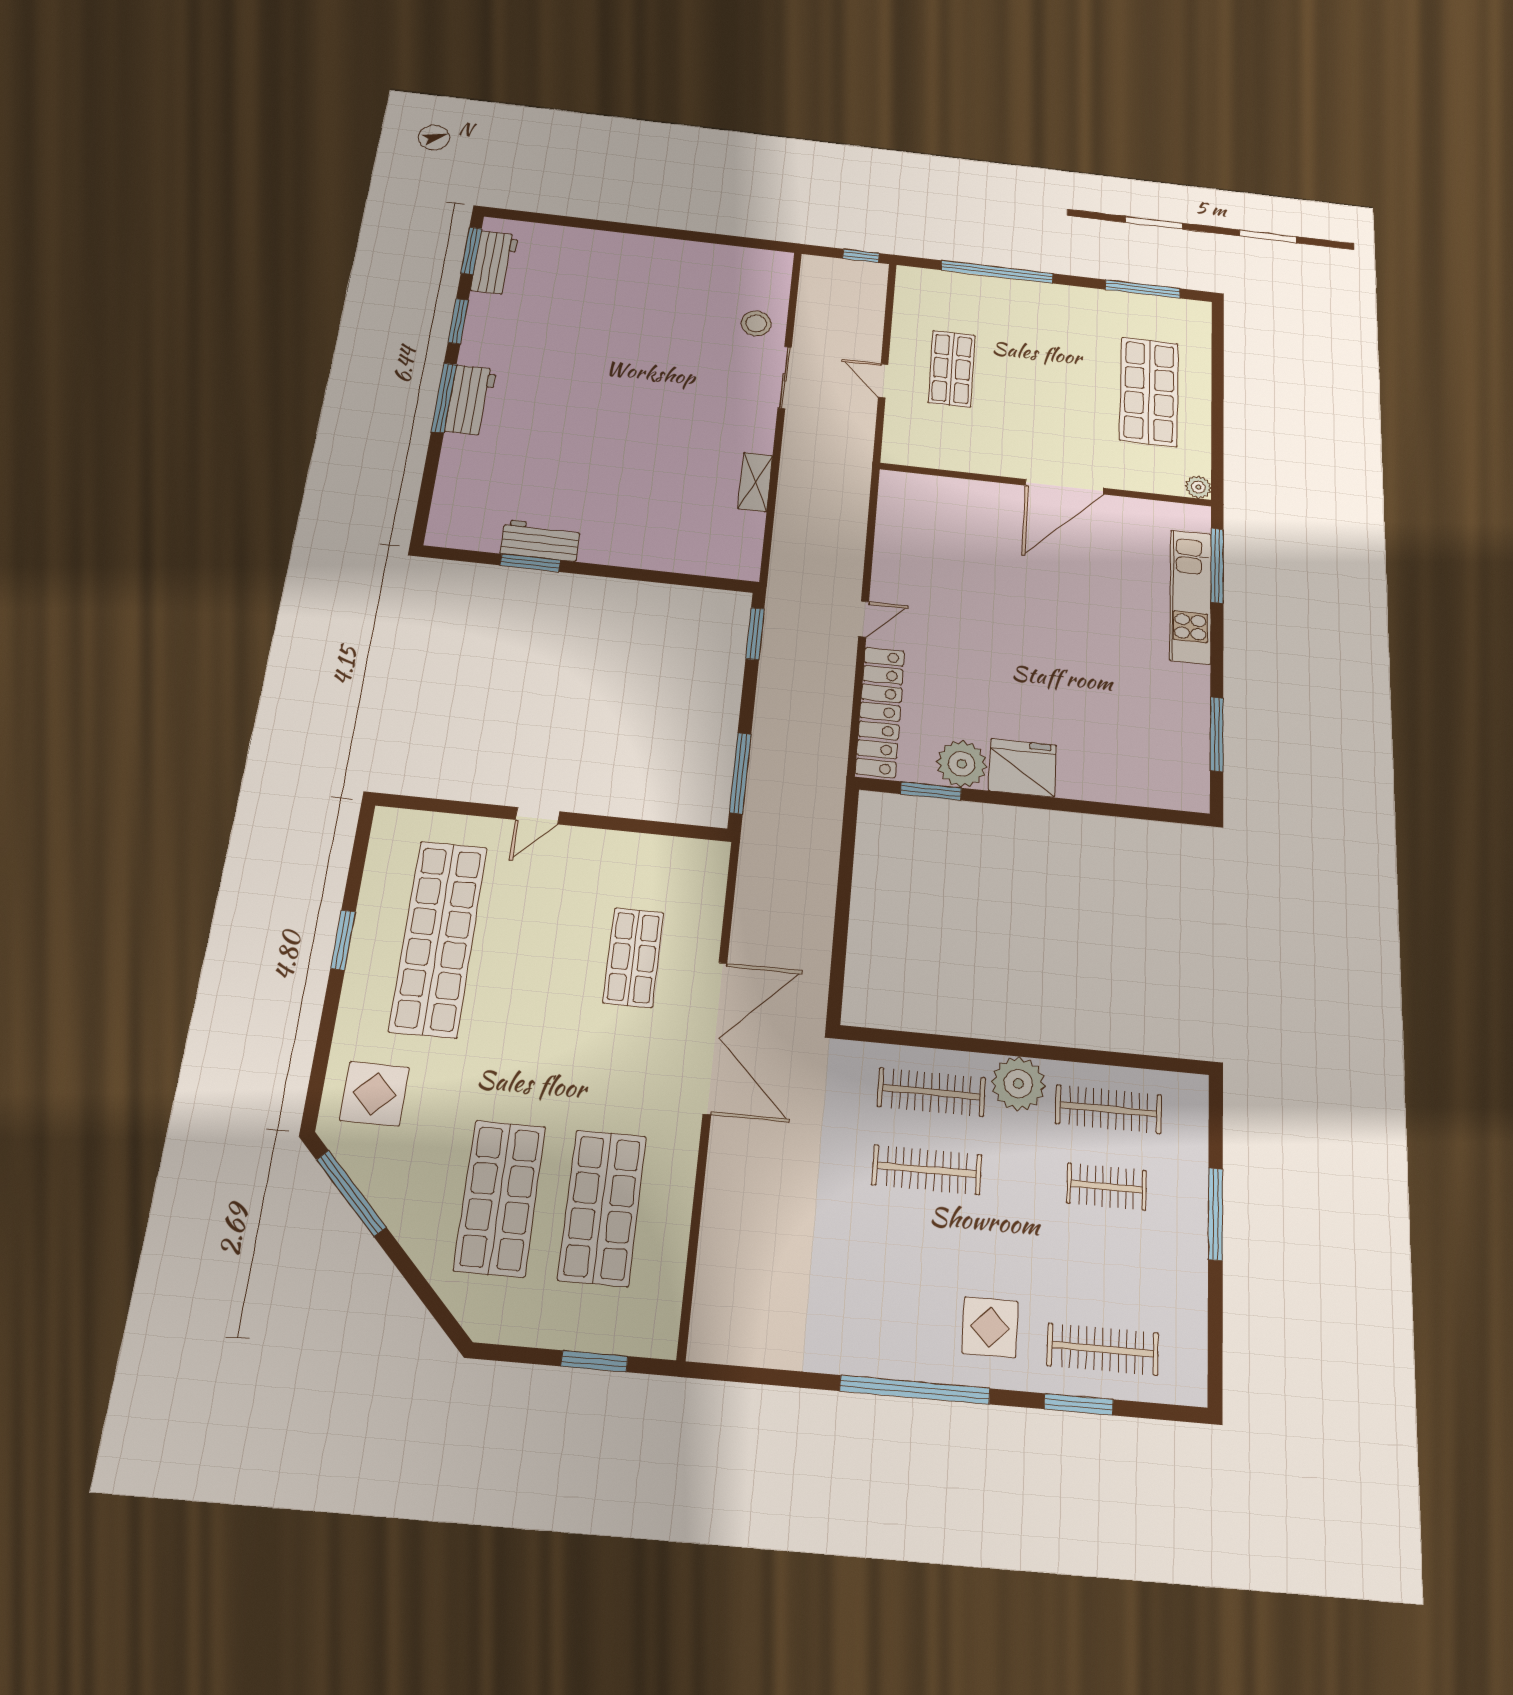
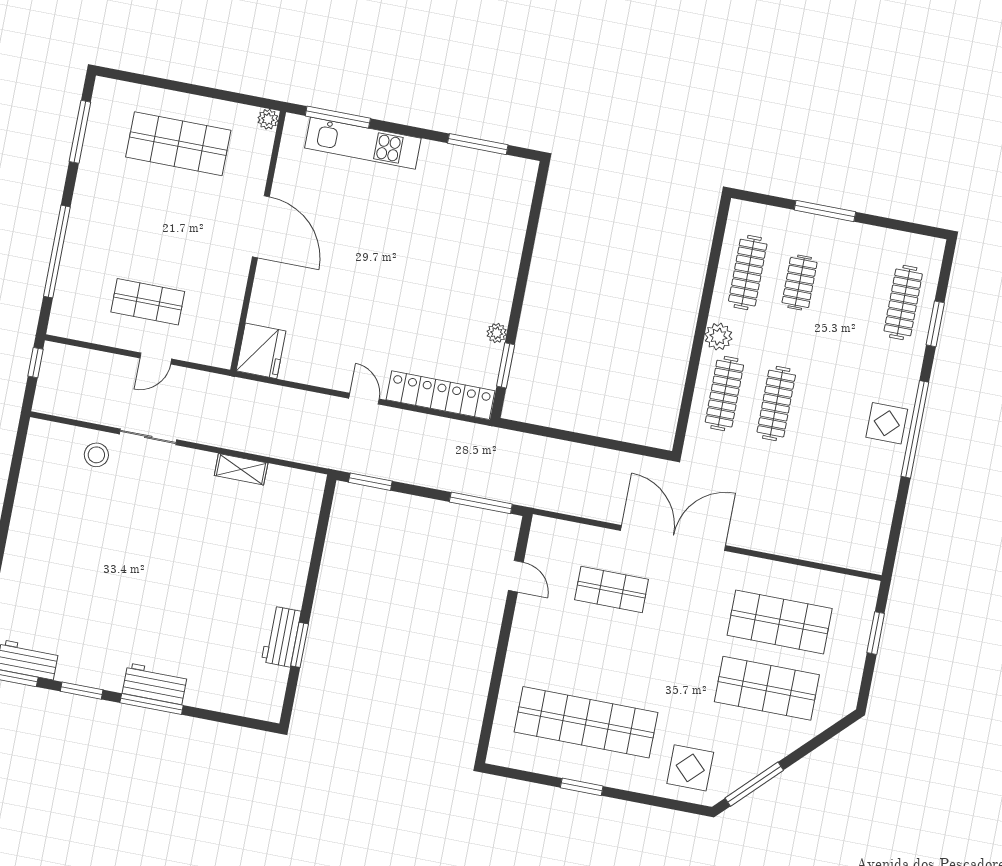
plant: (962, 764) -> (497, 333), width x0.53, depth x0.53
fridge: (1022, 768) -> (261, 351), moved, turned 180
door: (538, 816) -> (516, 576), moved
plant: (1018, 1084) -> (718, 337), width x0.73, depth x0.73
display table: (990, 1327) -> (887, 423), moved

